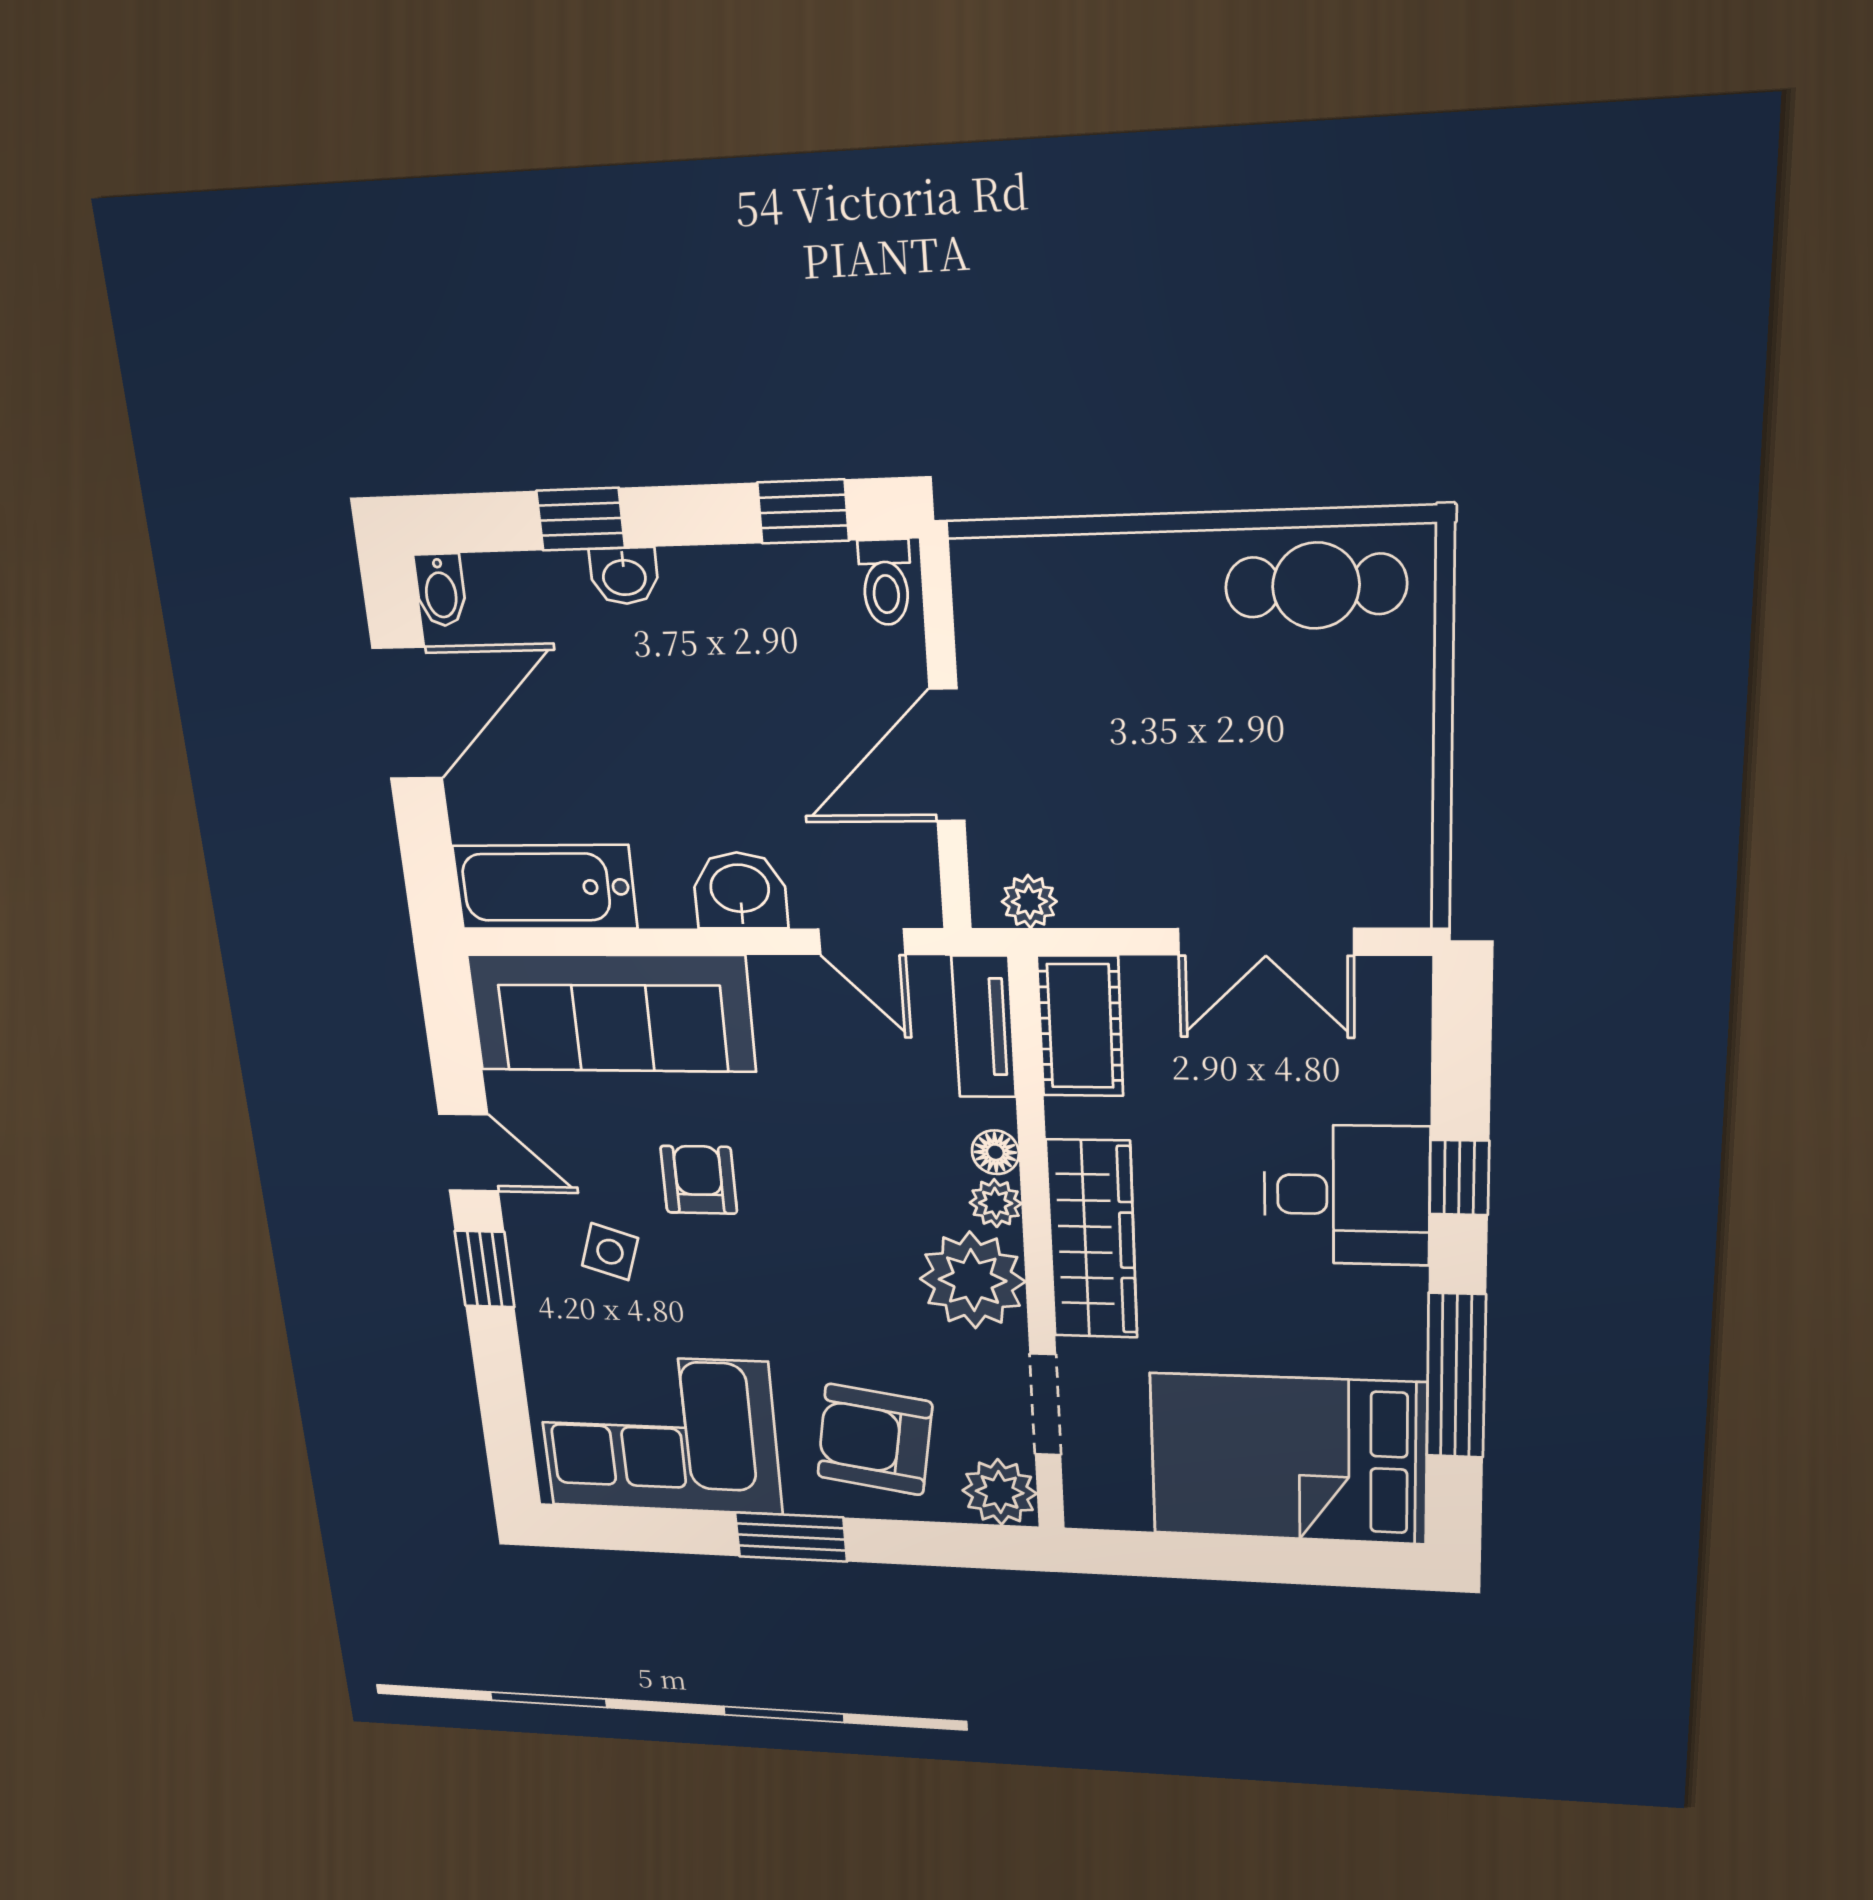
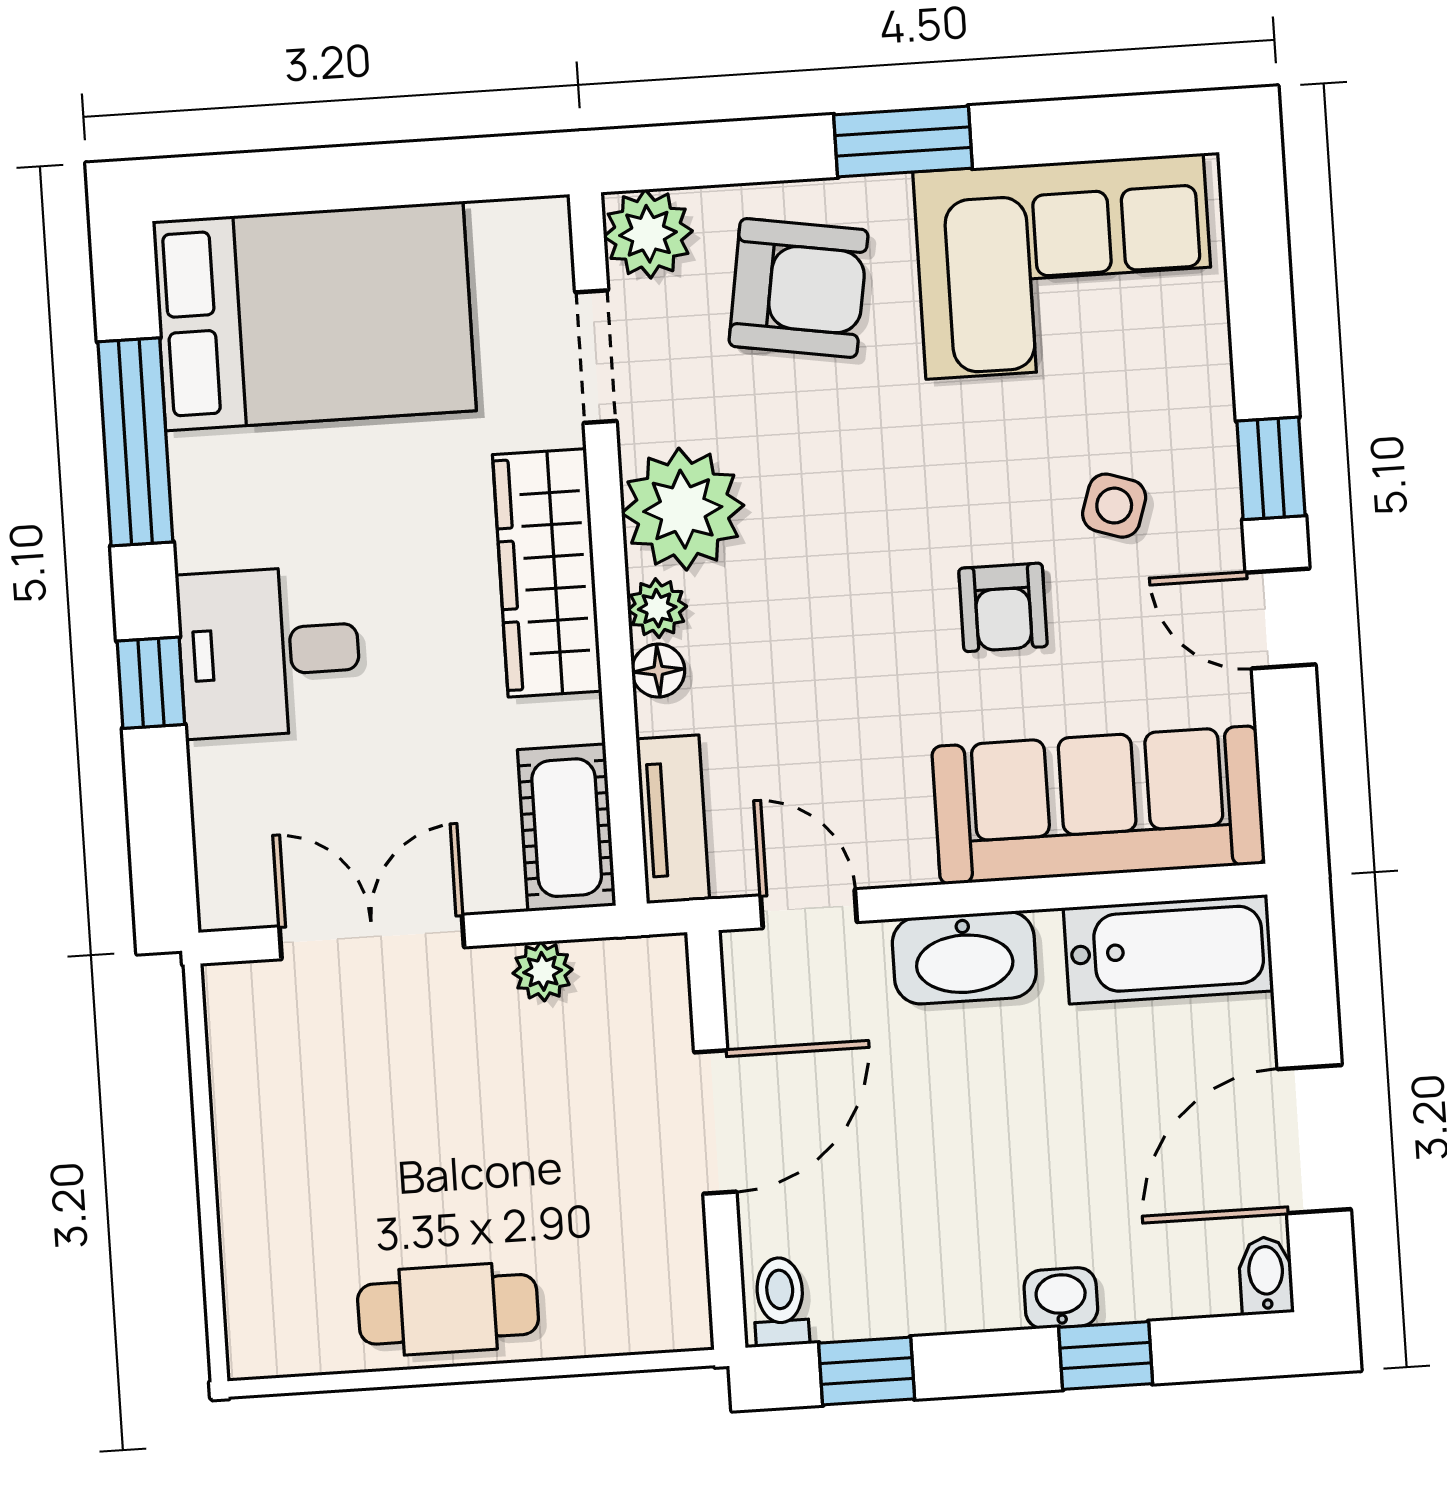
cafe table: (1316, 586) -> (448, 1309), moved
washbasin: (740, 891) -> (964, 958), width x1.38
plant: (1029, 902) -> (543, 971), moved

